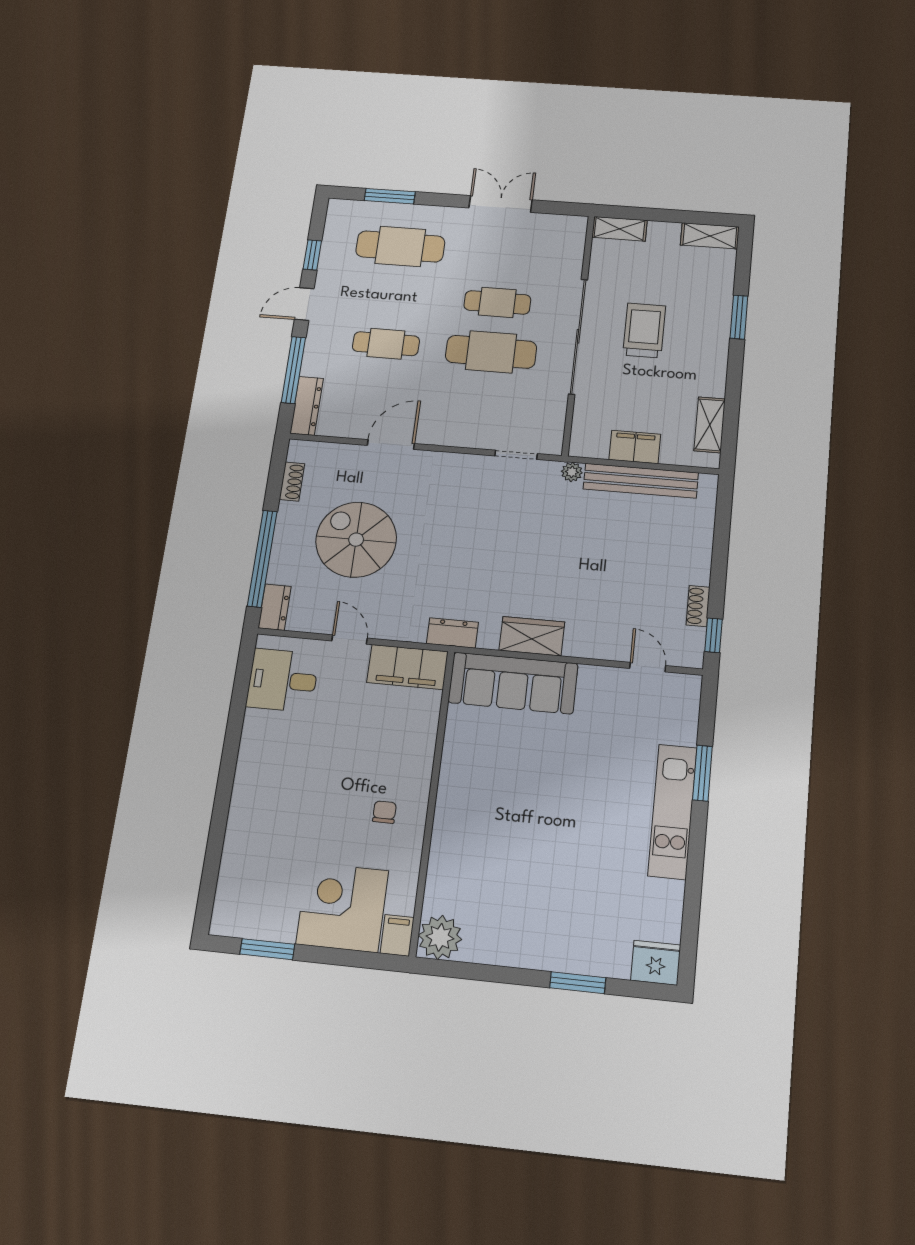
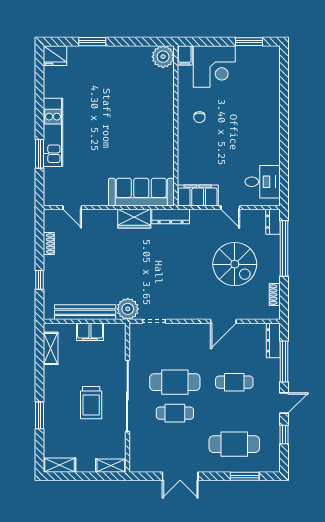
plant: (572, 472) -> (128, 309), width x1.88, depth x1.88
dresser: (452, 633) -> (171, 216), width x1.44
window: (714, 635) -> (39, 280), moved

